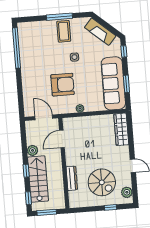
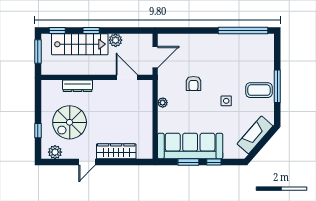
window: (124, 51) -> (214, 162), moved
armchair: (63, 85) -> (193, 83), width x0.53, depth x0.53
wardrobe: (121, 129) -> (116, 151), moved

